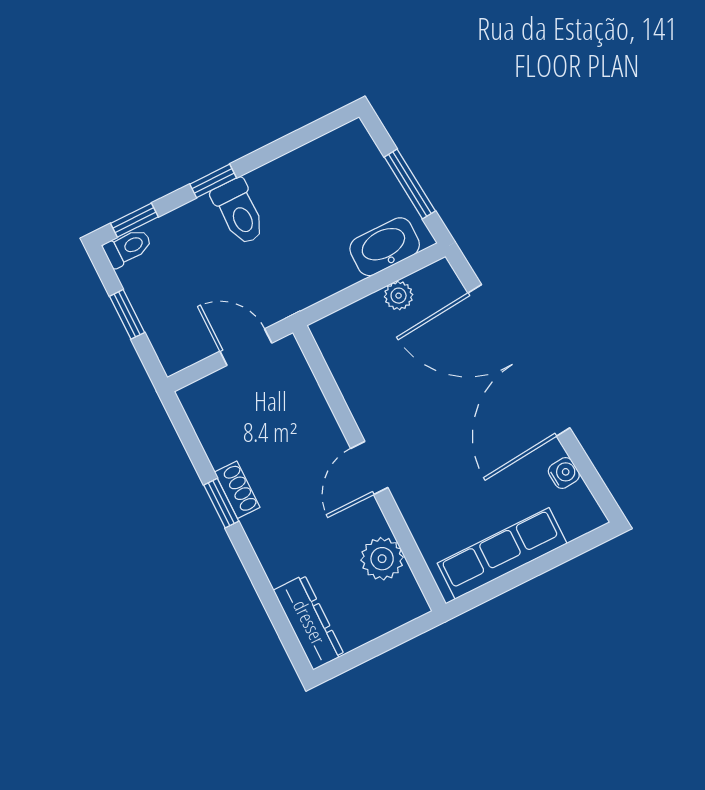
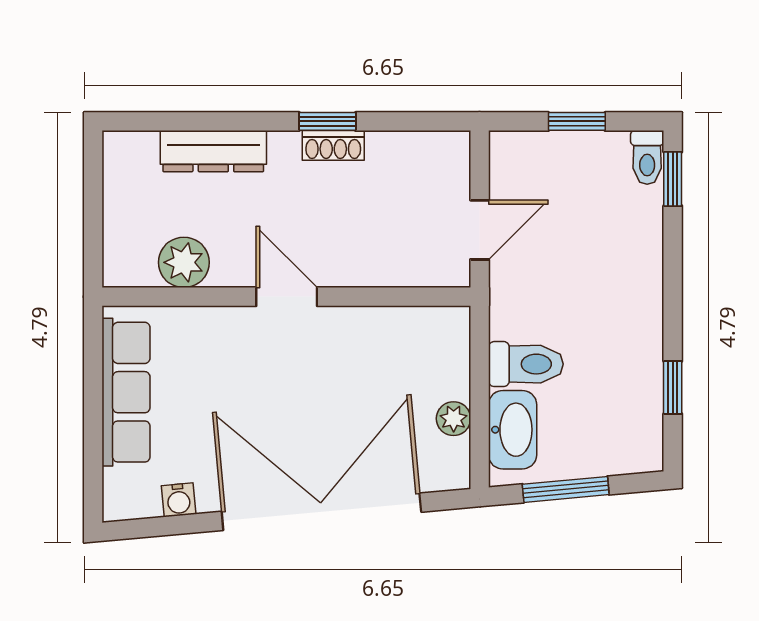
window: (213, 181) -> (673, 388), moved
toilet: (239, 212) -> (526, 364), moved, turned 180
dresser: (309, 622) -> (213, 151), moved

